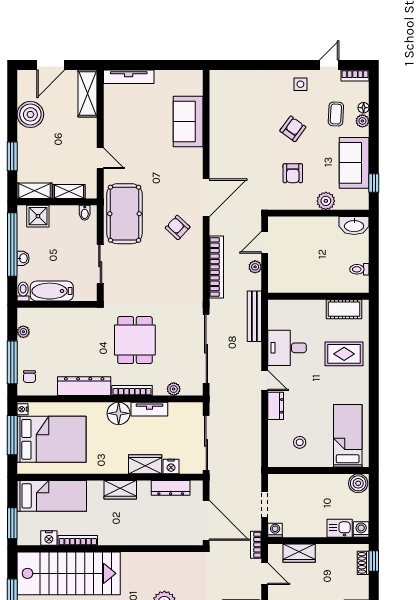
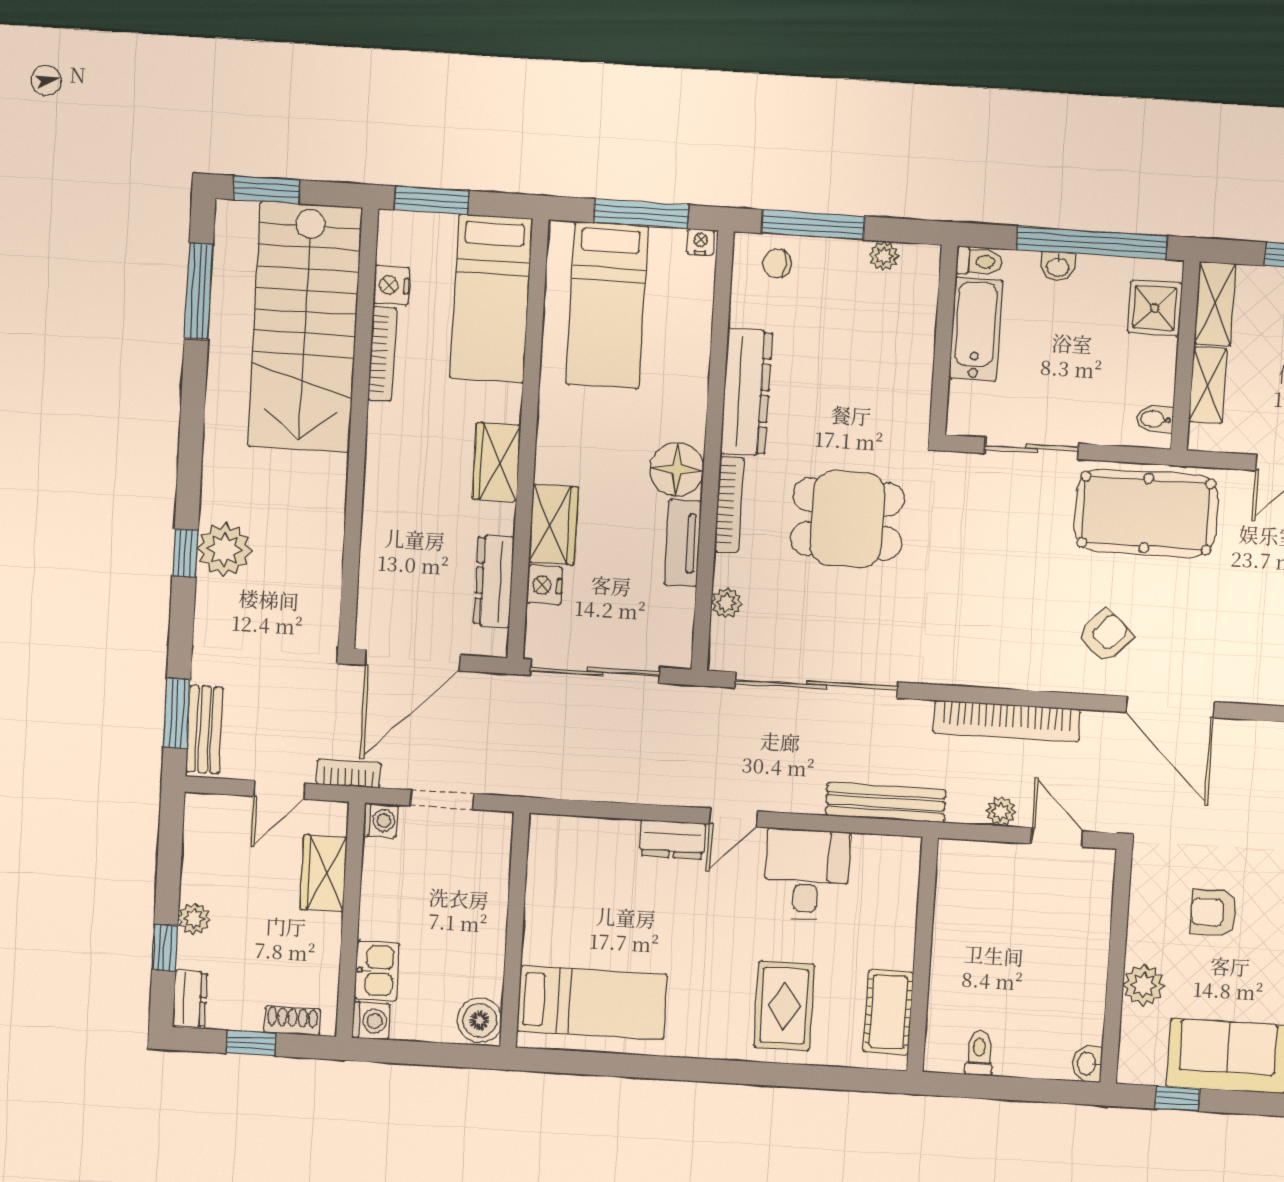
washbasin: (354, 226) -> (1087, 1064), width x0.52, depth x0.69
bed: (52, 439) -> (607, 305), width x0.67
stool: (300, 442) -> (583, 890), removed
window: (374, 561) -> (251, 1043), moved

